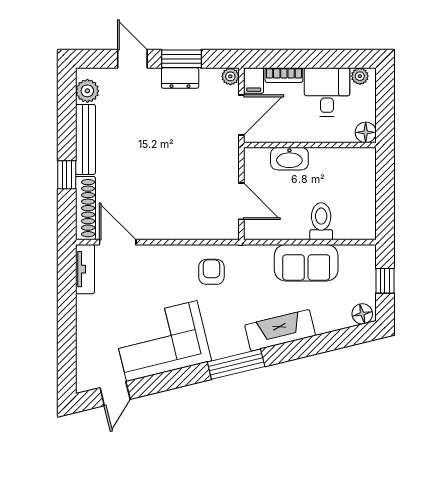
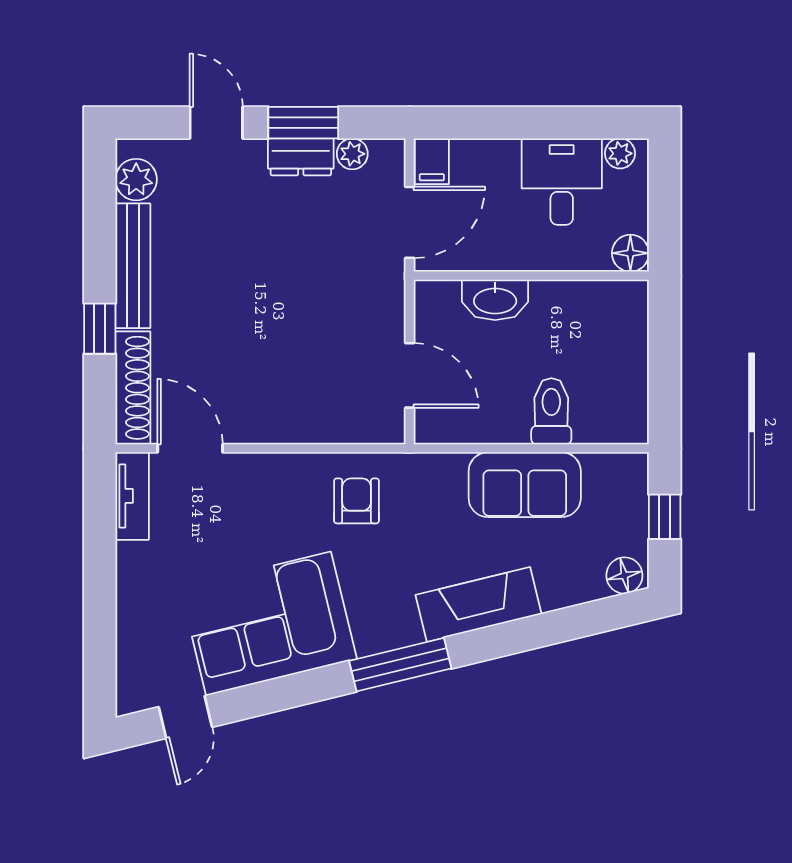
bookcase: (284, 75) -> (485, 152), removed
plant: (230, 76) -> (352, 154), moved

